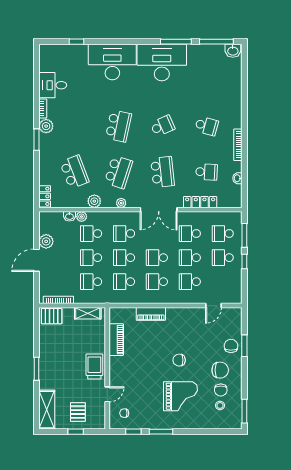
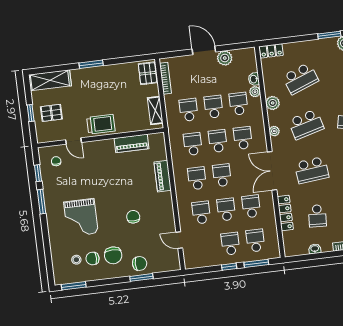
school desk: (118, 172) -> (306, 124), turned -33
chair: (179, 360) -> (133, 217), moved

